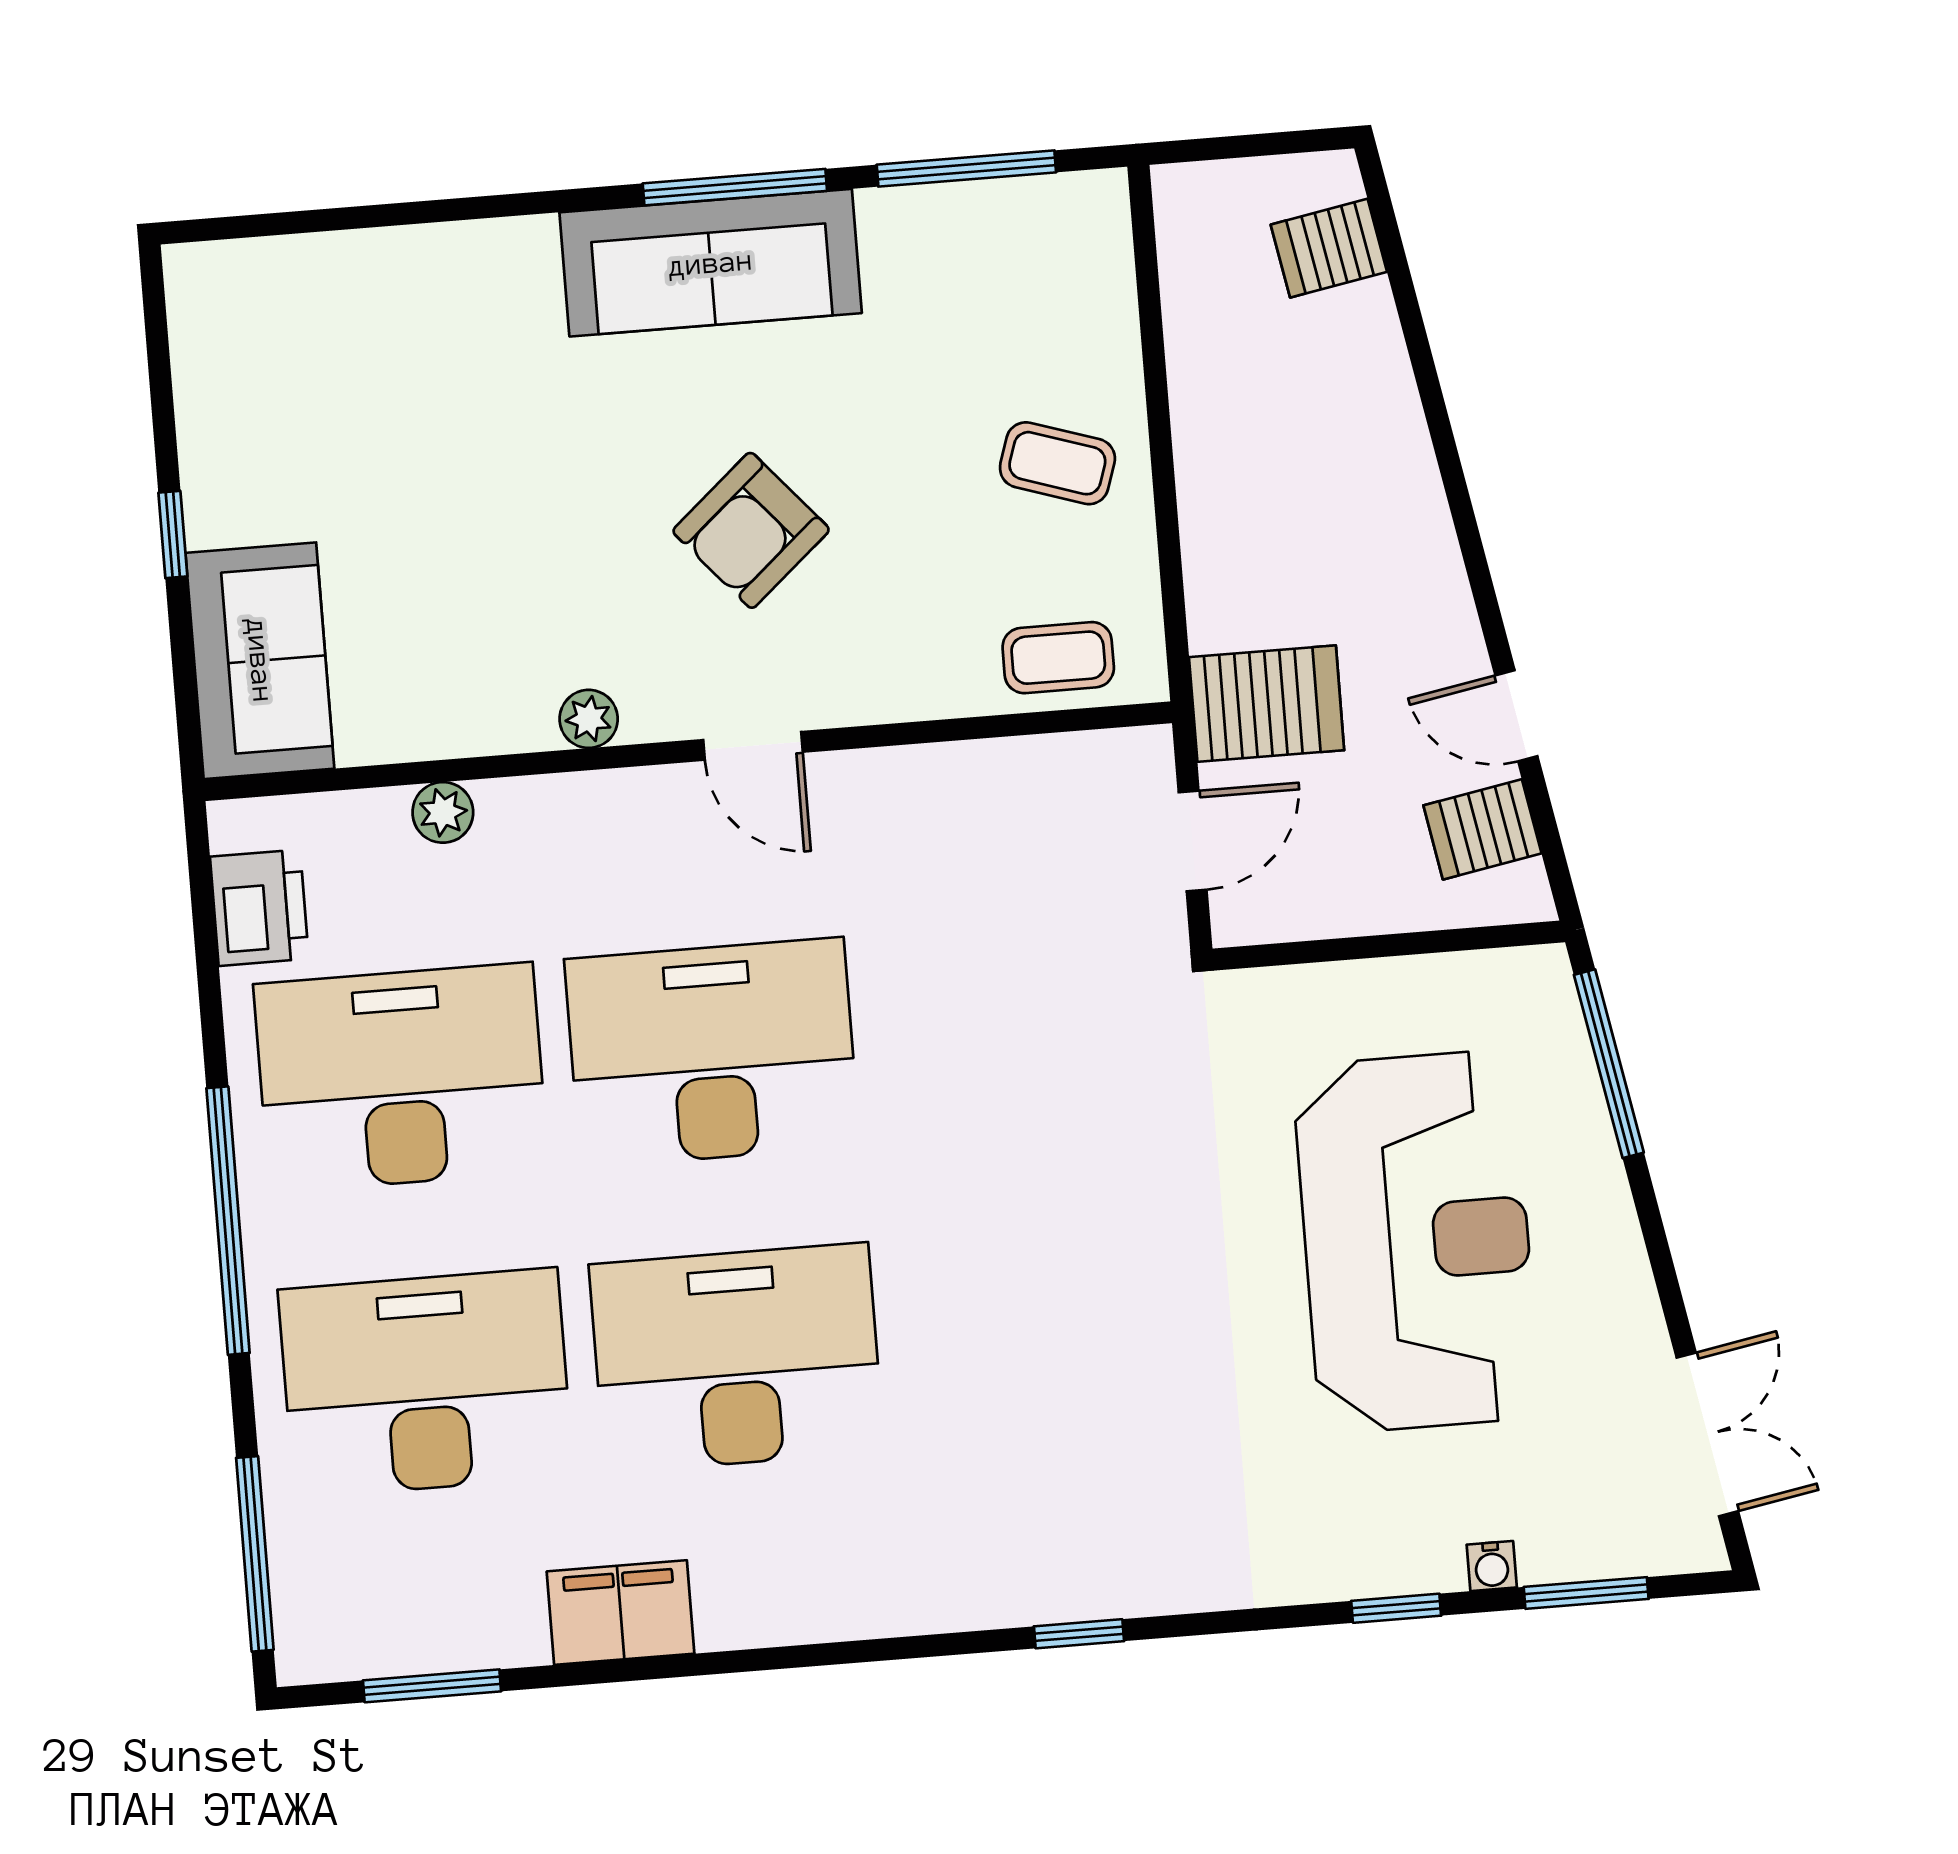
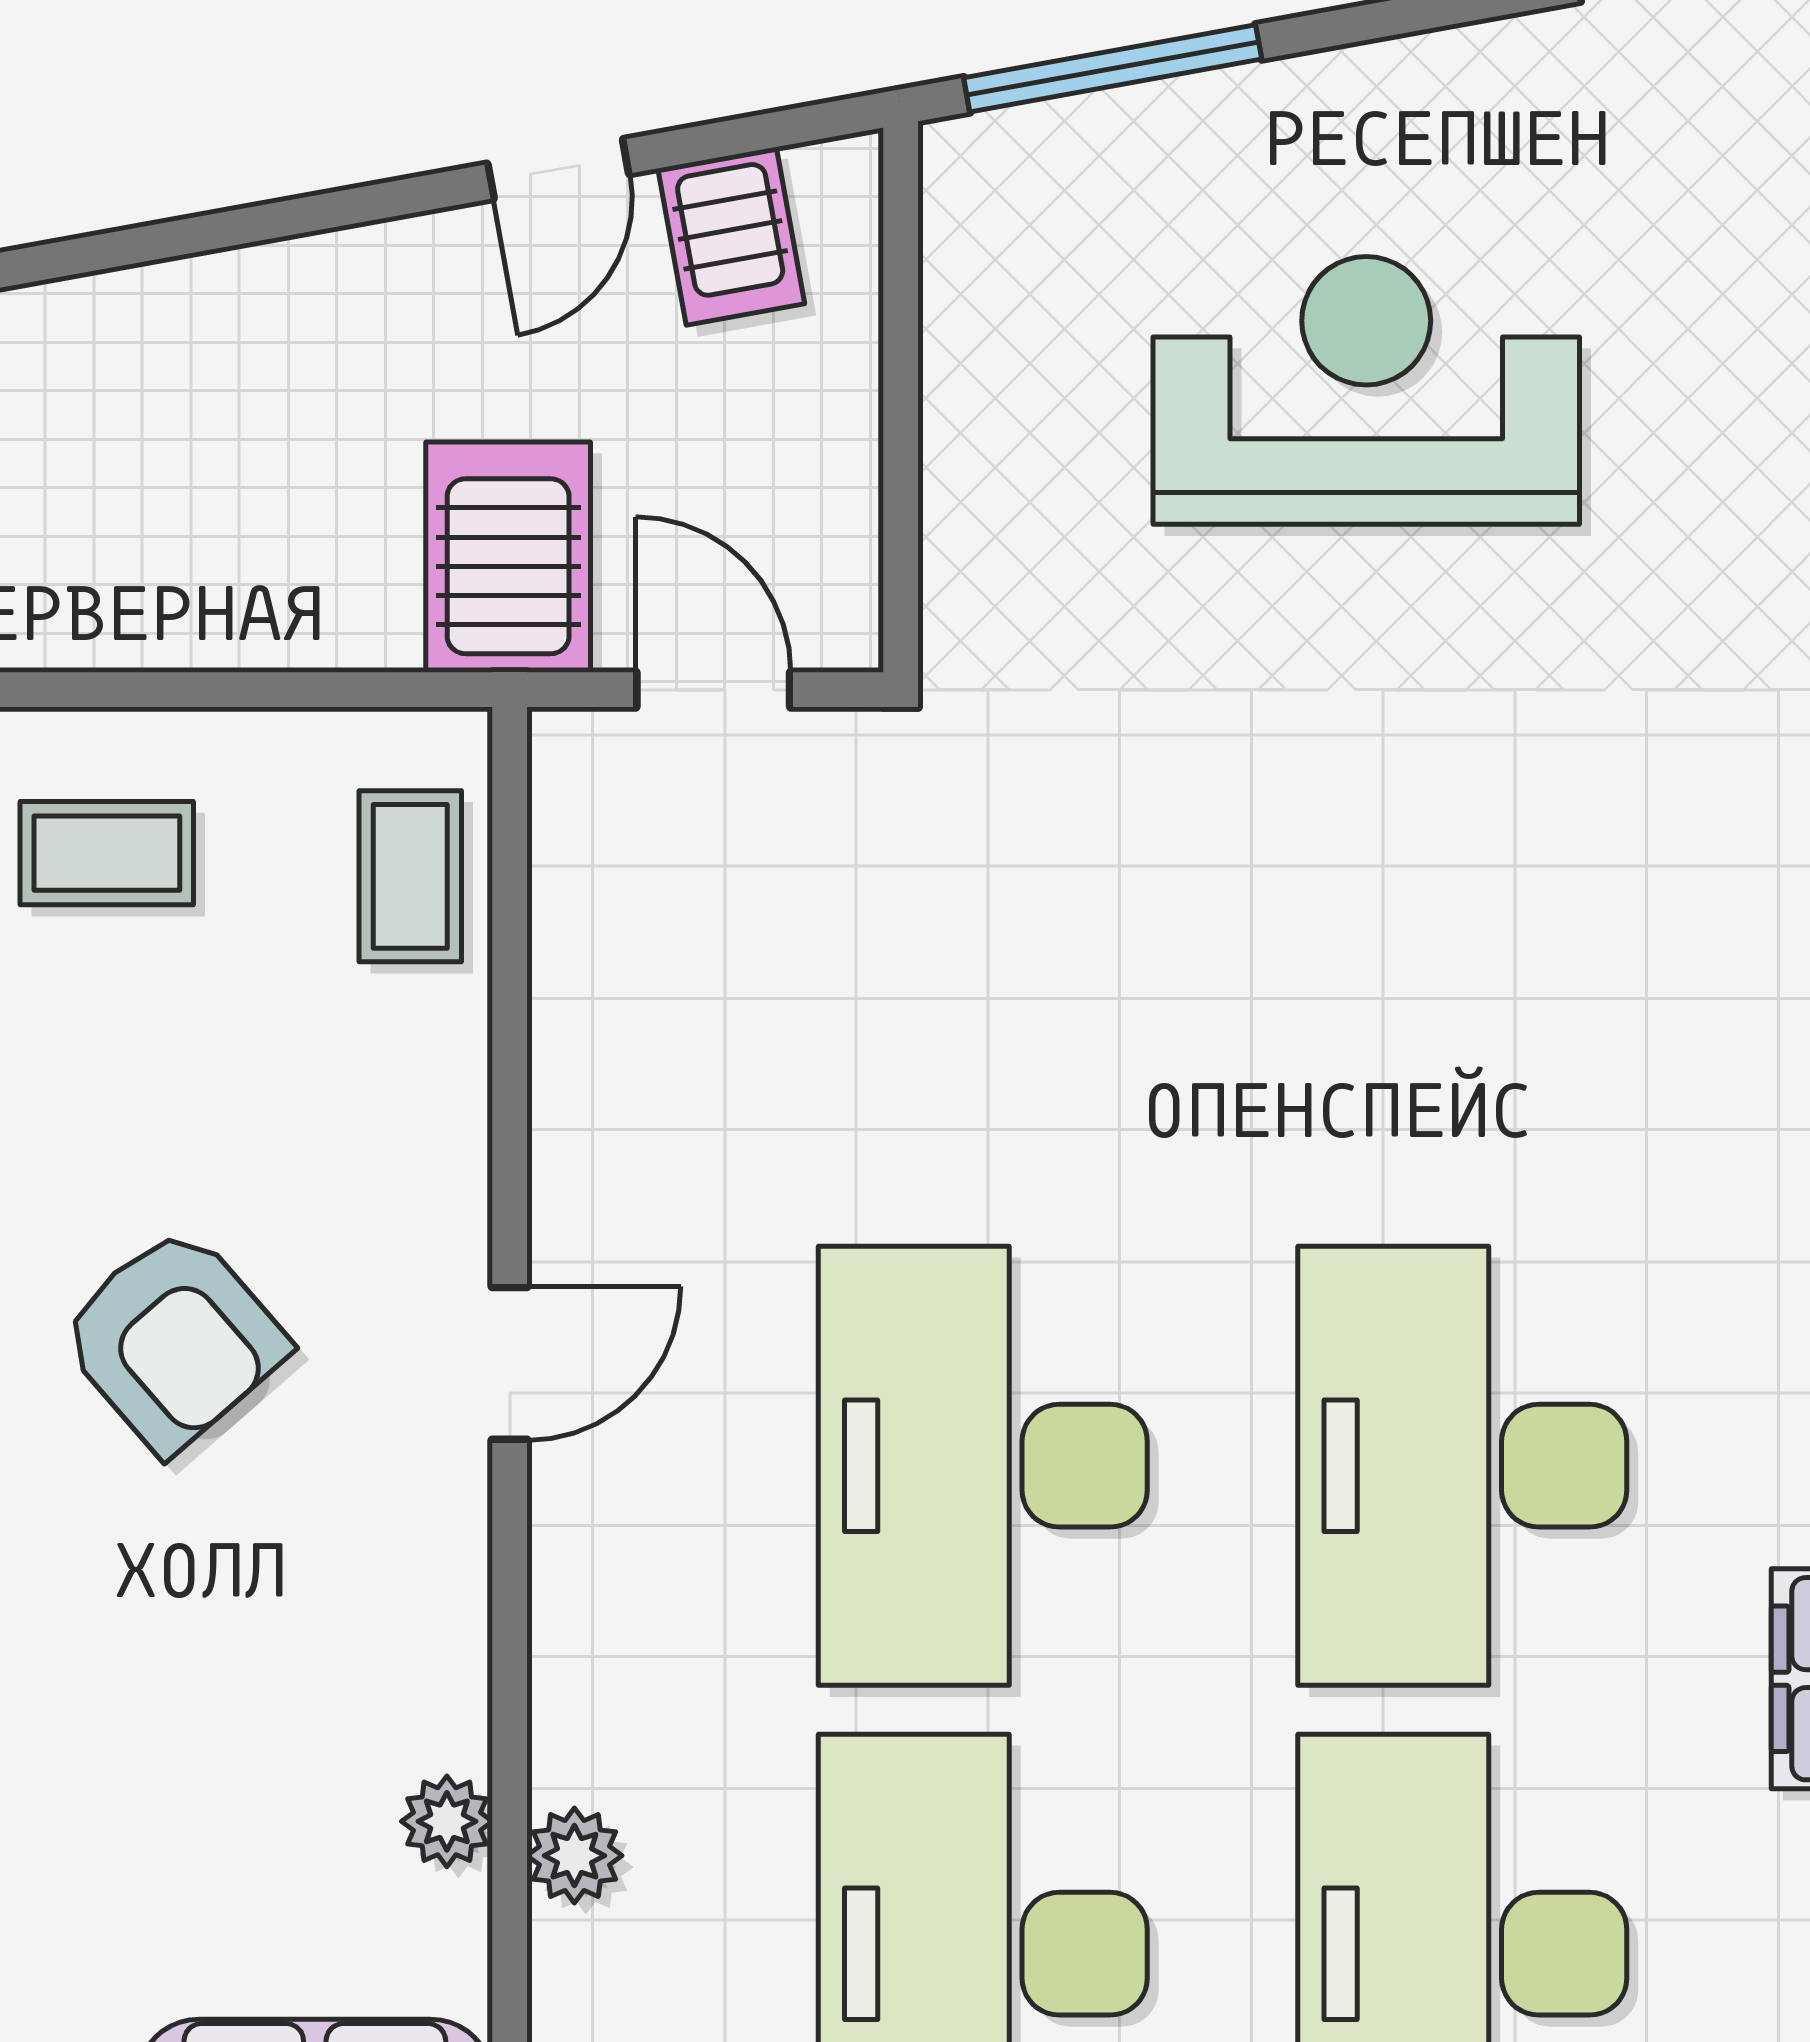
coffee table: (1057, 463) -> (107, 853), turned 72
plant: (589, 719) -> (447, 1821), moved
reception desk: (1417, 1242) -> (1366, 390), width x0.74, depth x0.77

